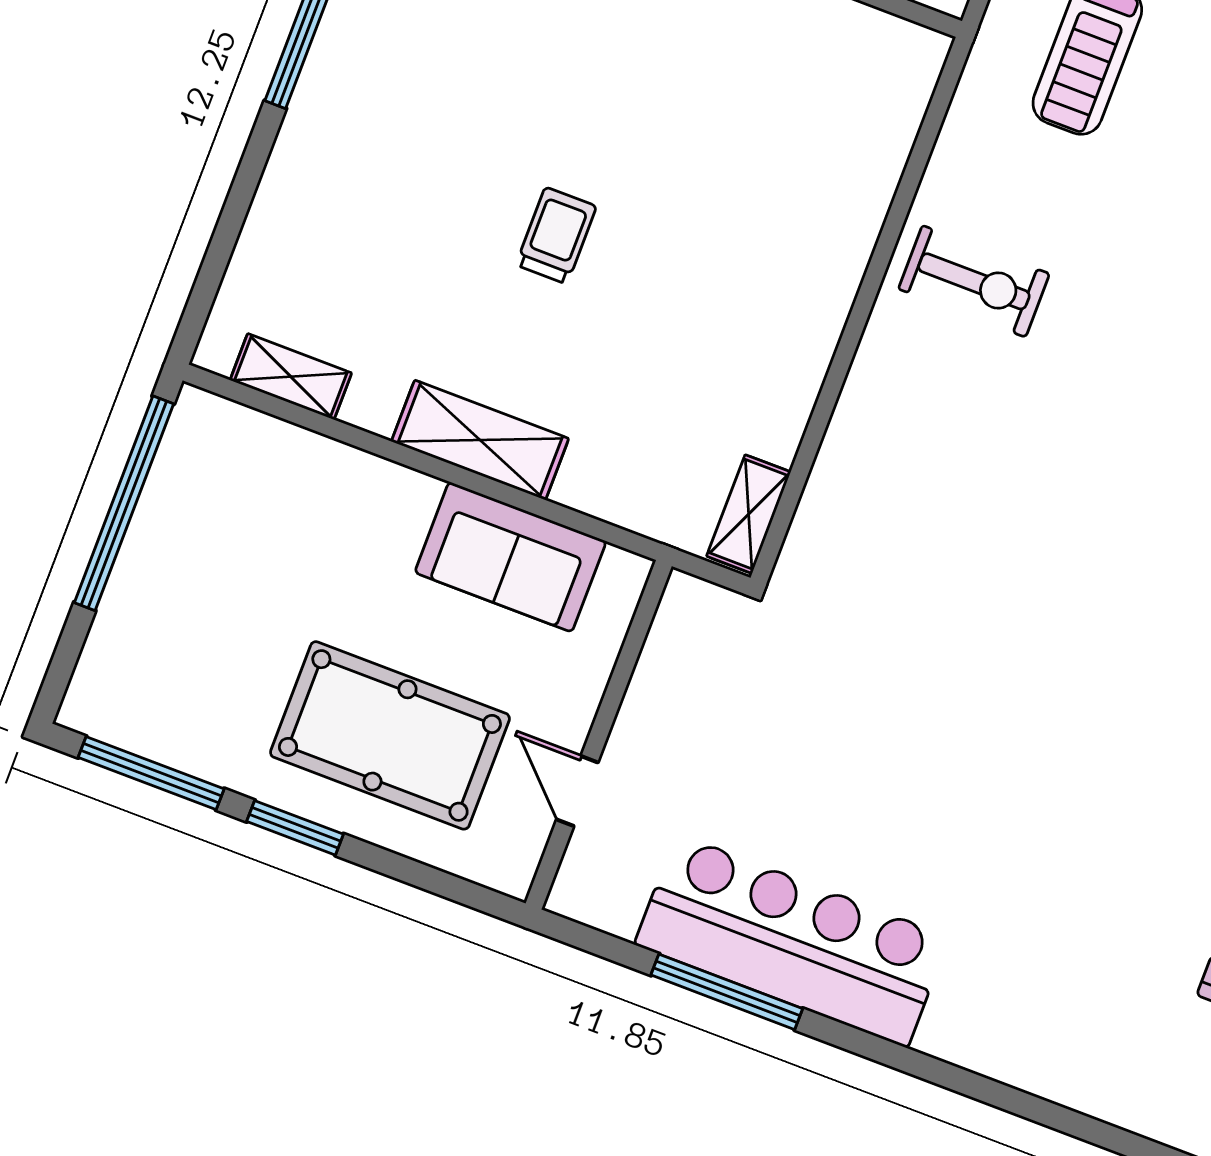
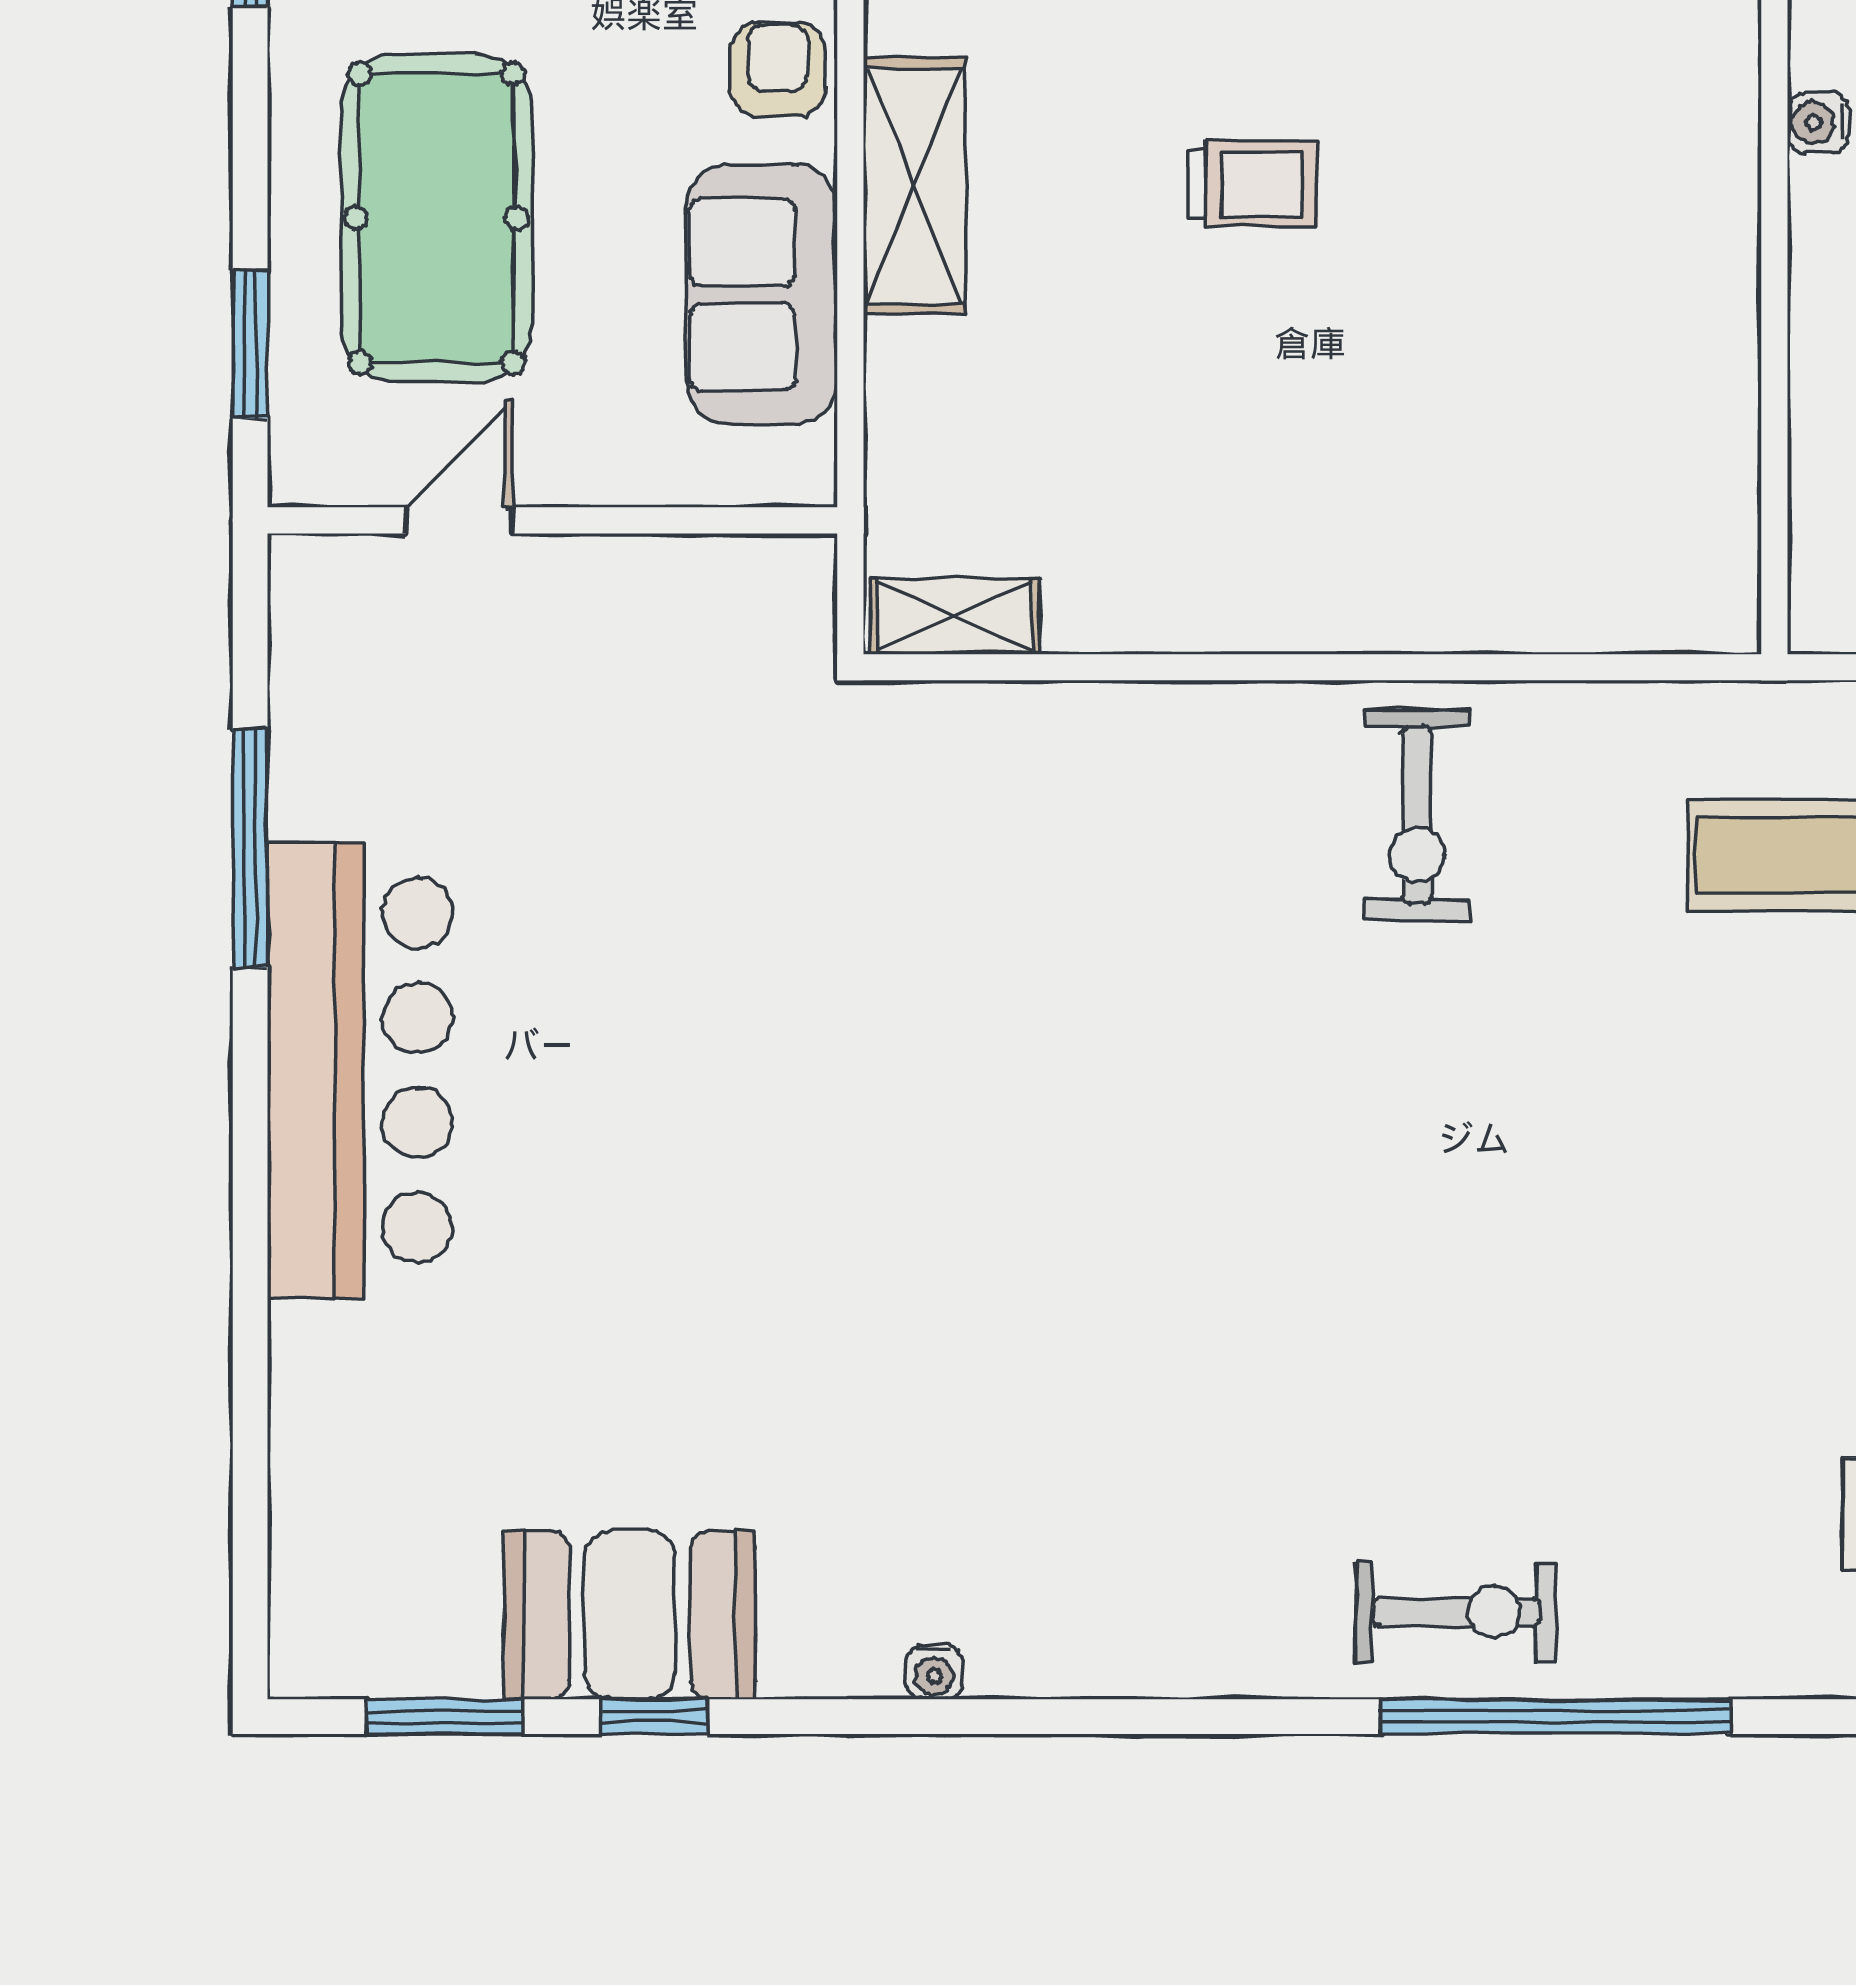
armchair: (379, 496) -> (778, 69), added
window: (295, 828) -> (250, 344), moved
bar counter: (792, 941) -> (360, 1070), moved

